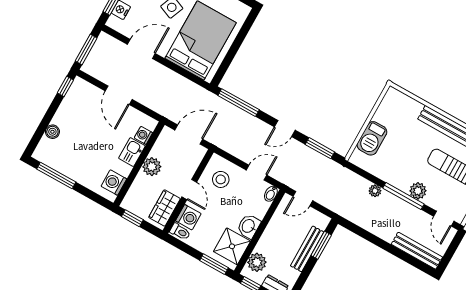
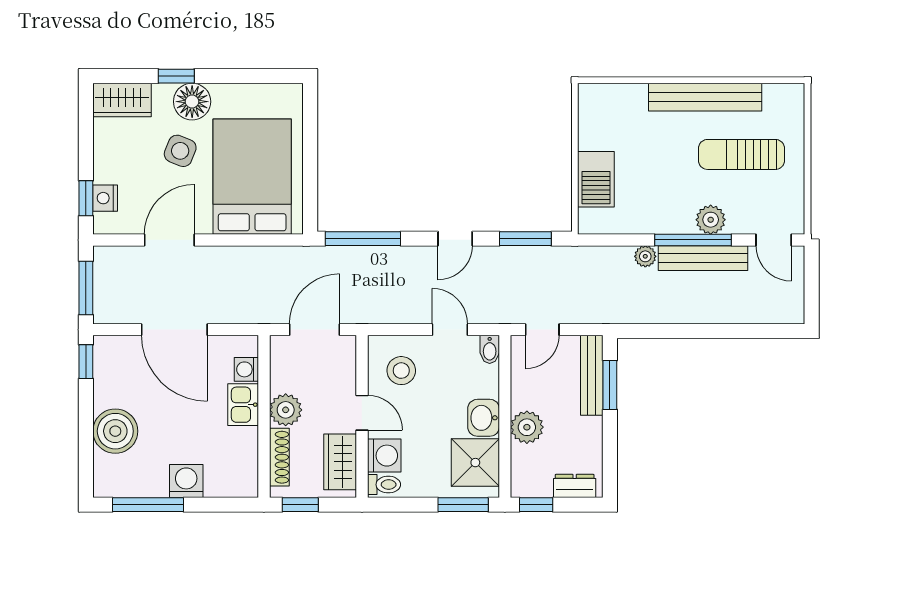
door: (119, 95) -> (174, 330), width x1.36
boiler: (52, 132) -> (115, 431), width x1.86, depth x1.86
door: (257, 173) -> (450, 330), hinge flipped
washing machine: (114, 183) -> (186, 481), moved, turned 90
shoe rack: (135, 189) -> (279, 457), added
bench: (307, 249) -> (592, 375), moved
bench: (417, 251) -> (703, 258), moved
plant: (257, 262) -> (527, 427), moved

